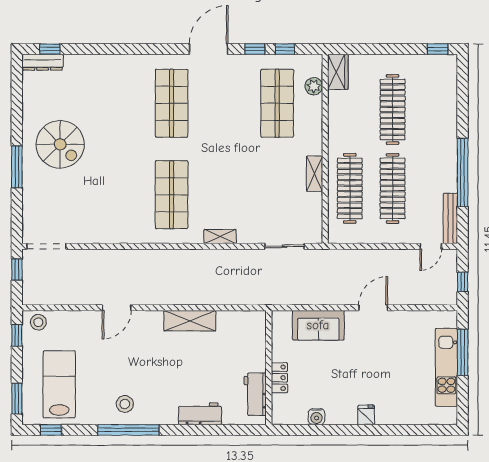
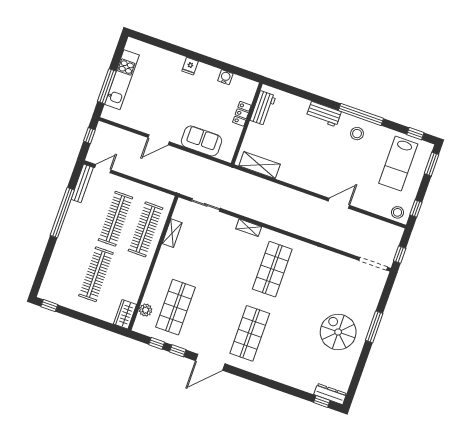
shelving: (315, 174) -> (172, 233), moved
shelving: (190, 321) -> (260, 165), moved
workbench: (200, 414) -> (324, 114), moved

